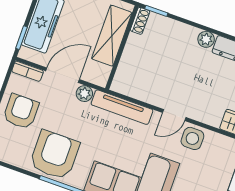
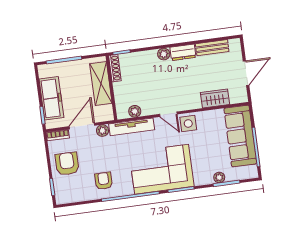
shoe rack: (140, 21) -> (115, 68), width x1.43
plant: (135, 90) -> (135, 111), added
door: (174, 115) -> (168, 114), hinge flipped
armchair: (54, 155) -> (104, 181), width x0.53, depth x0.53

